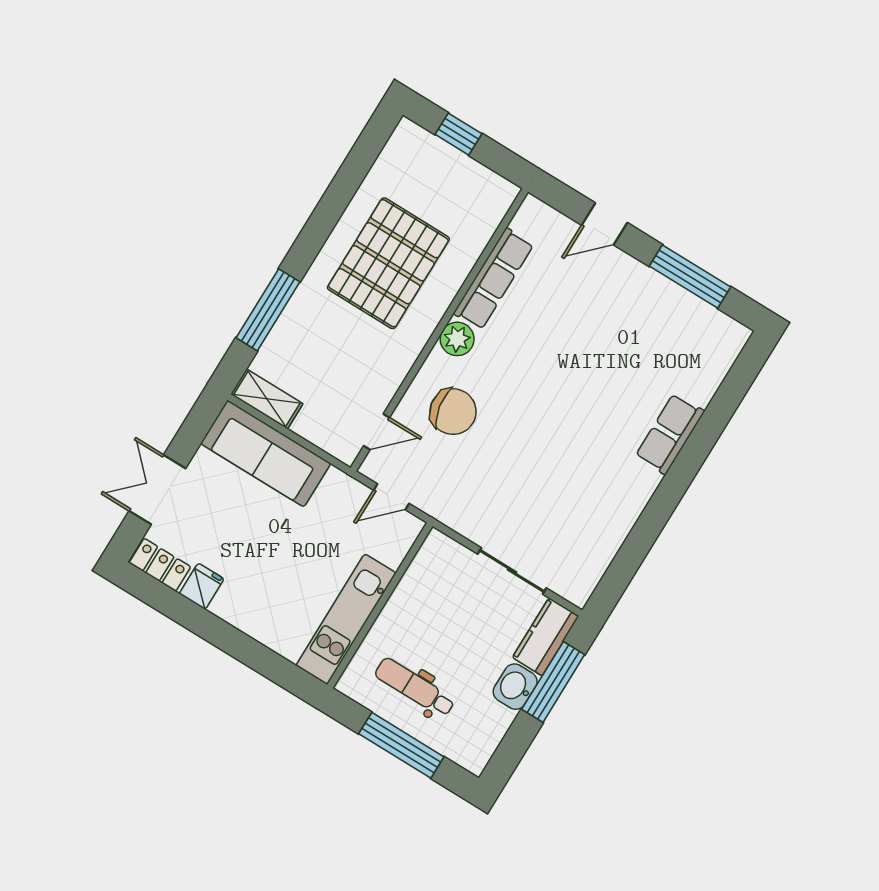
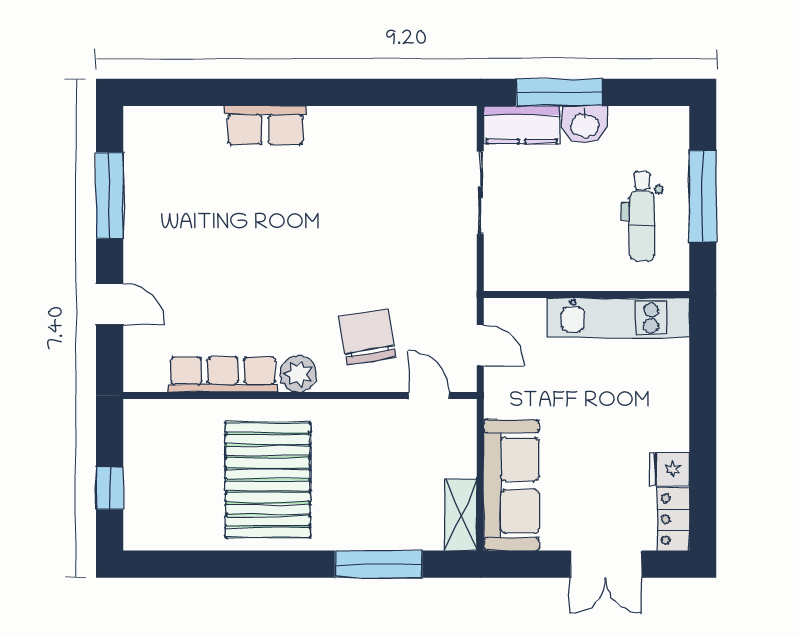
pallet: (388, 263) -> (268, 480), turned 90

